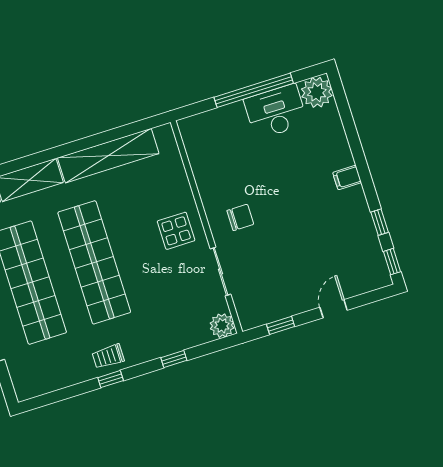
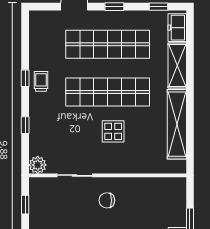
chair: (240, 217) -> (107, 200), turned 90
display table: (176, 231) -> (113, 131), moved

